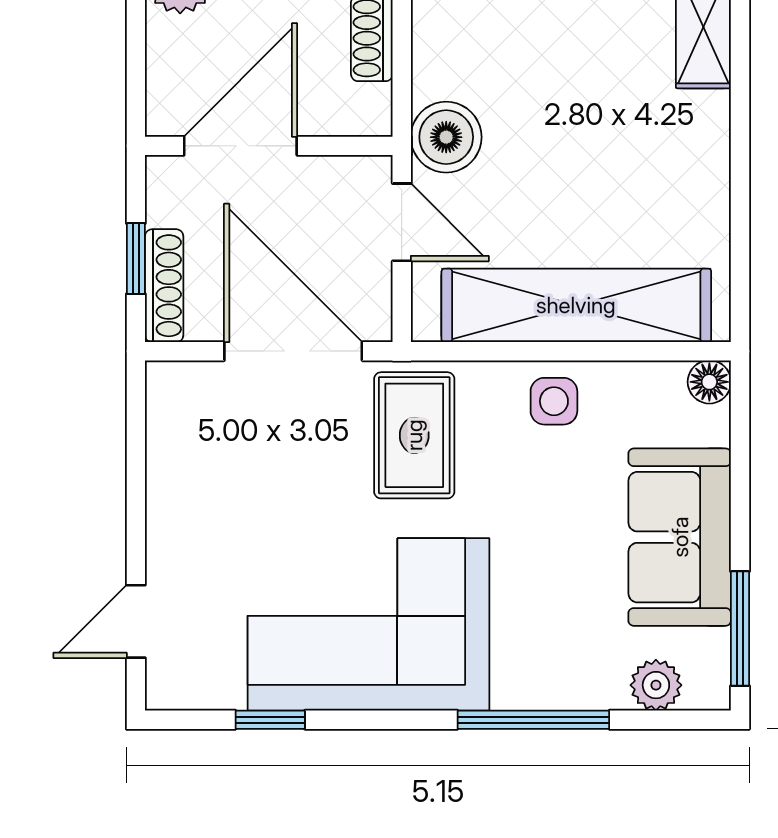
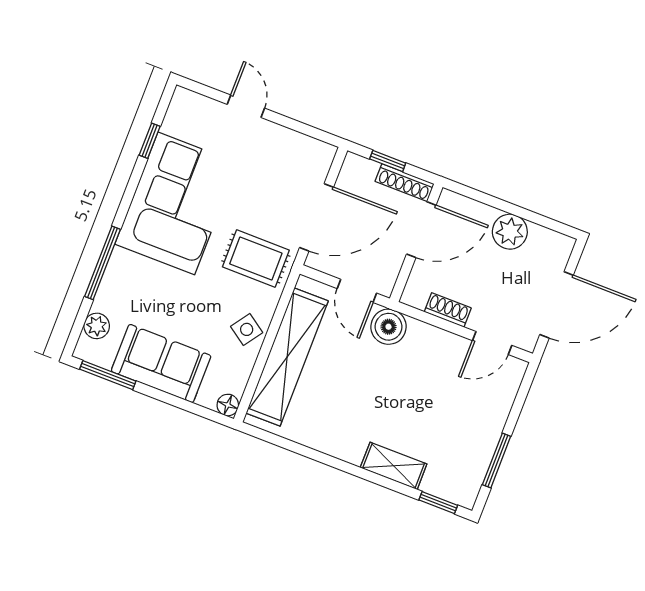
door: (240, 146) -> (421, 230), hinge flipped
door: (402, 222) -> (357, 291), hinge flipped
shoe rack: (164, 286) -> (405, 183), moved
side table: (554, 401) -> (247, 329), turned 35
door: (136, 621) -> (246, 106), moved

